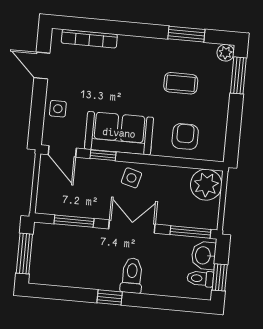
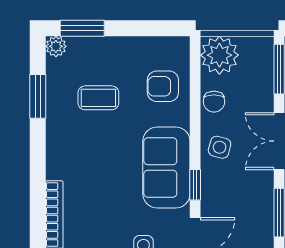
coffee table: (181, 83) -> (98, 98), turned 90
chair: (169, 177) -> (214, 102), added

